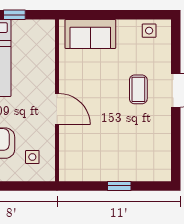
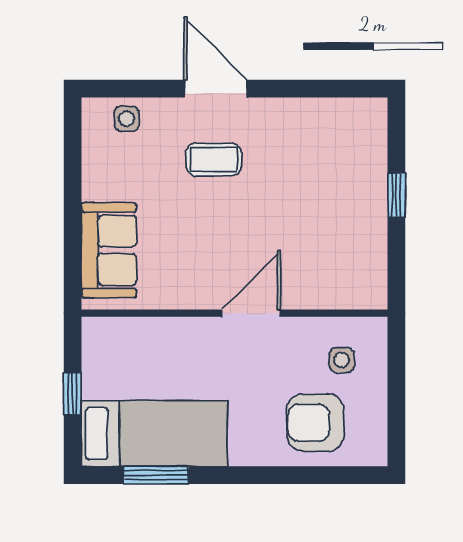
side table: (149, 31) -> (127, 119), moved

